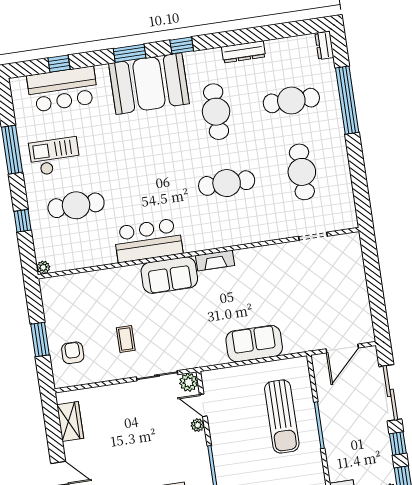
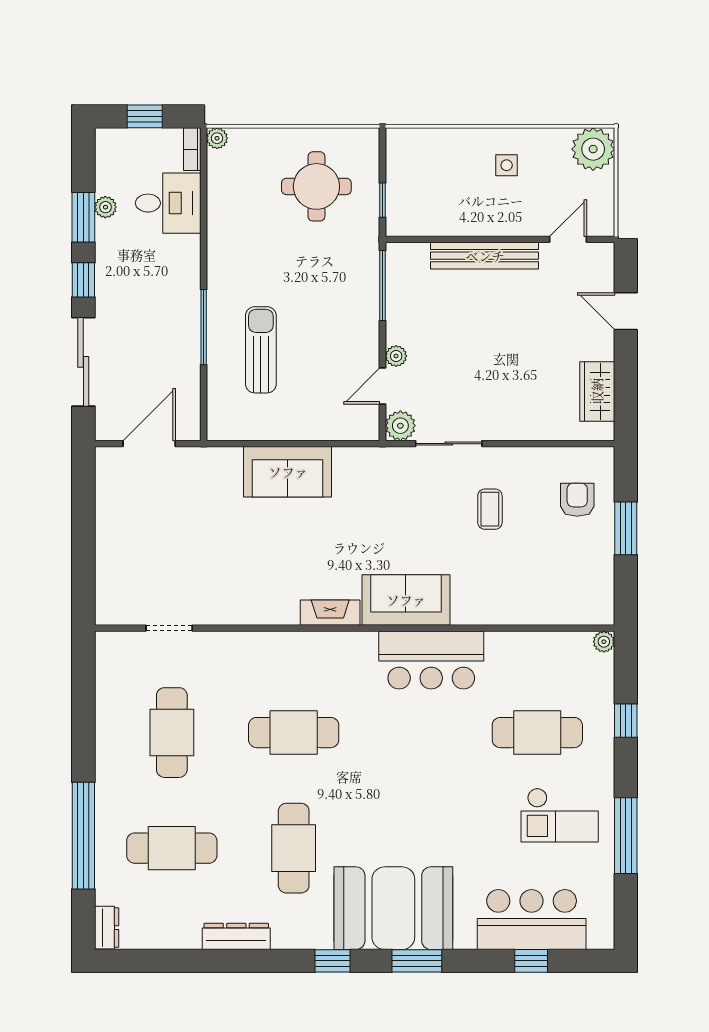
armchair: (73, 353) -> (577, 500), turned 180
door: (203, 405) -> (383, 386), swing flipped
sun lounger: (282, 417) -> (261, 350), width x0.73, depth x0.75

